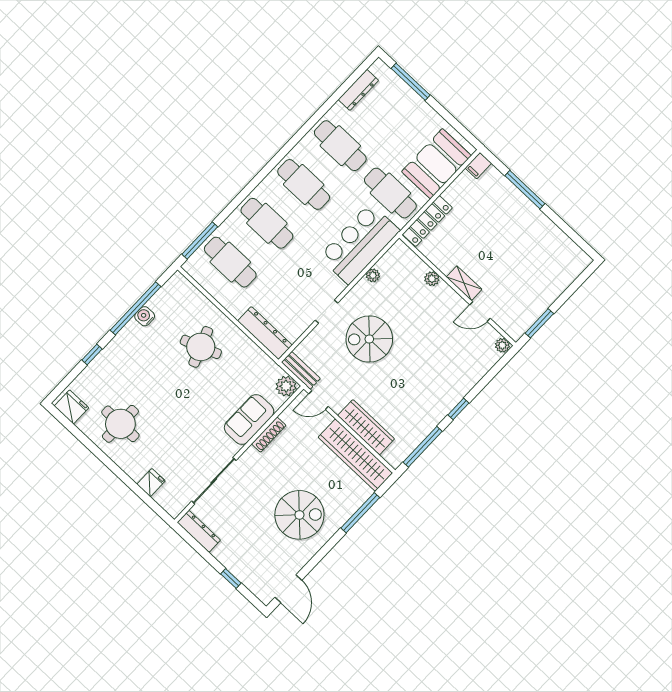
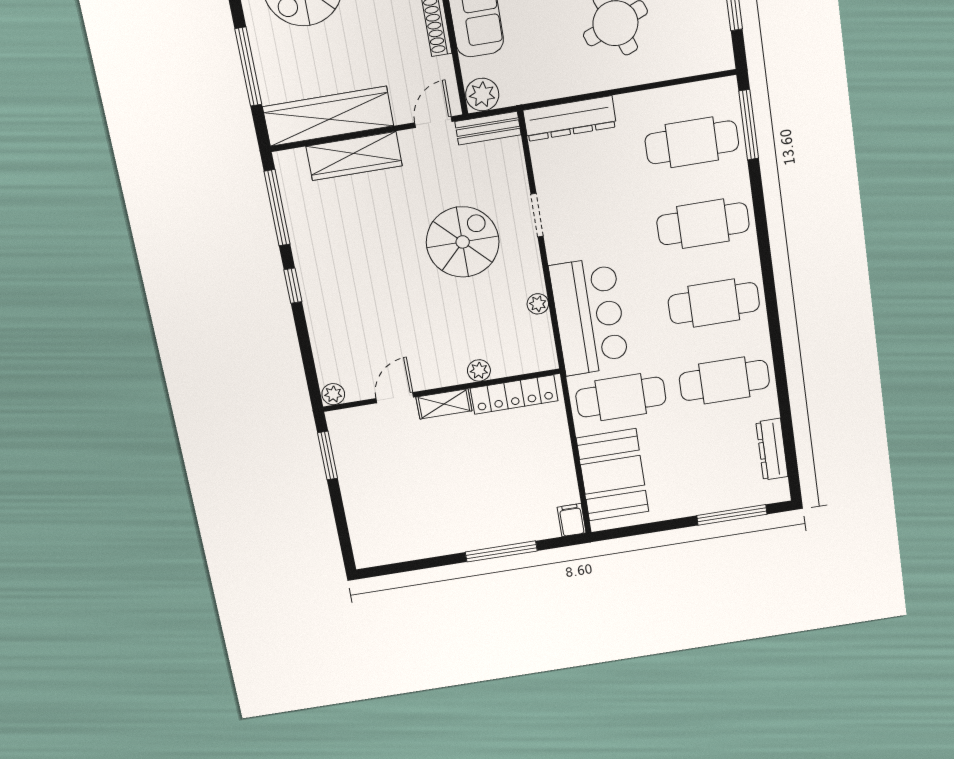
locker: (427, 221) -> (514, 395), moved, turned -90

